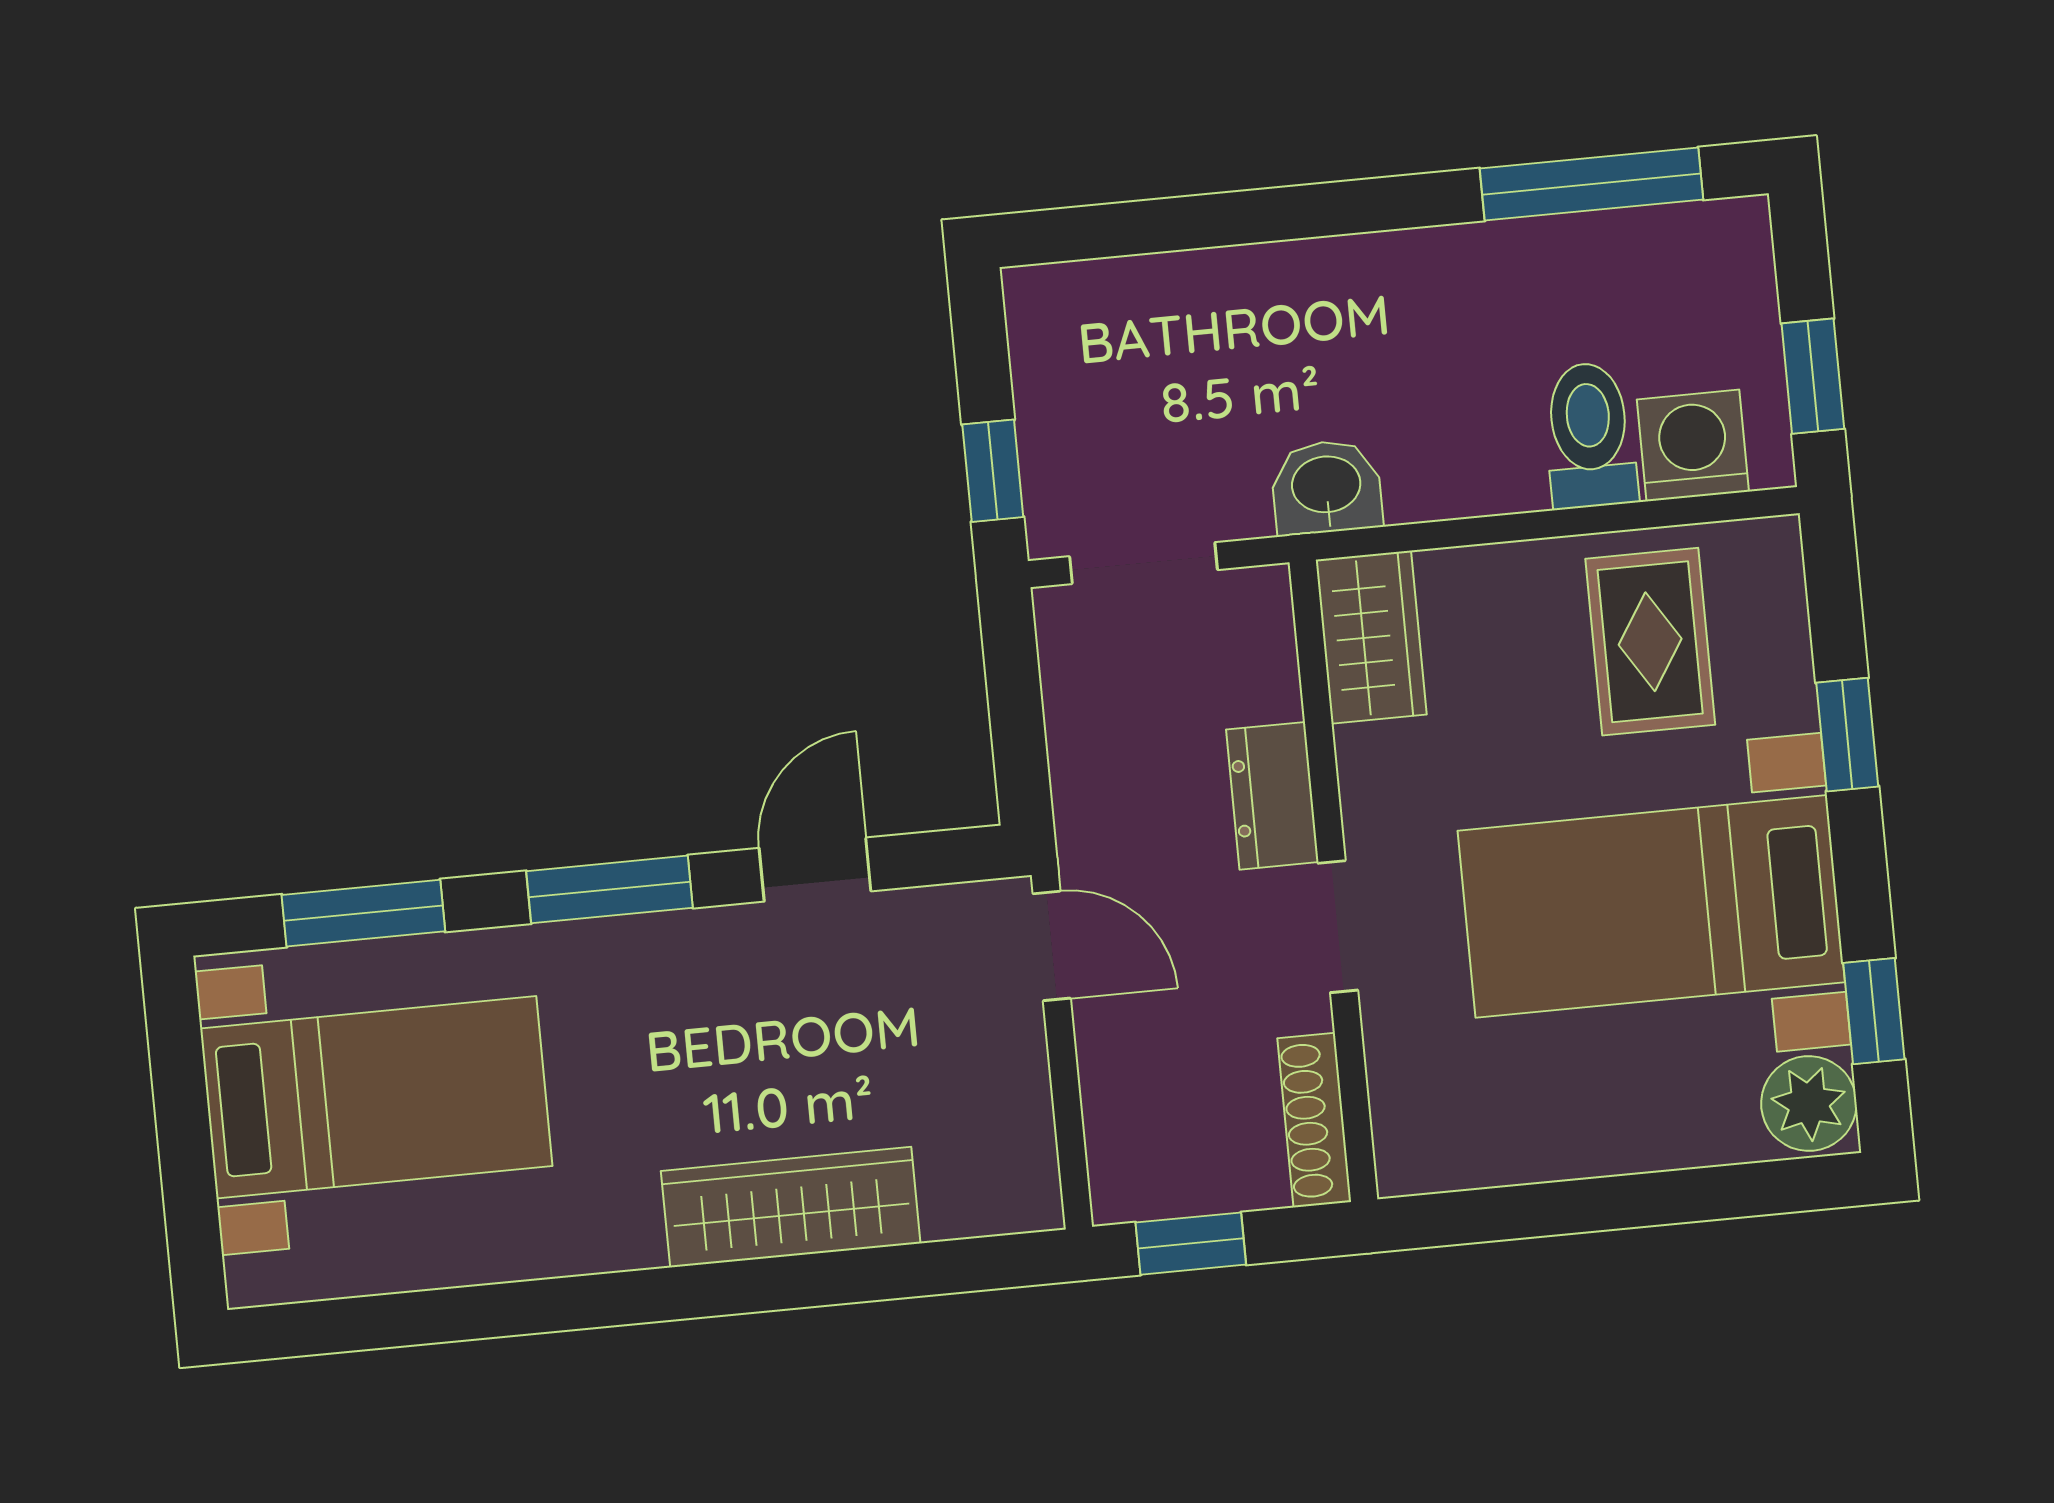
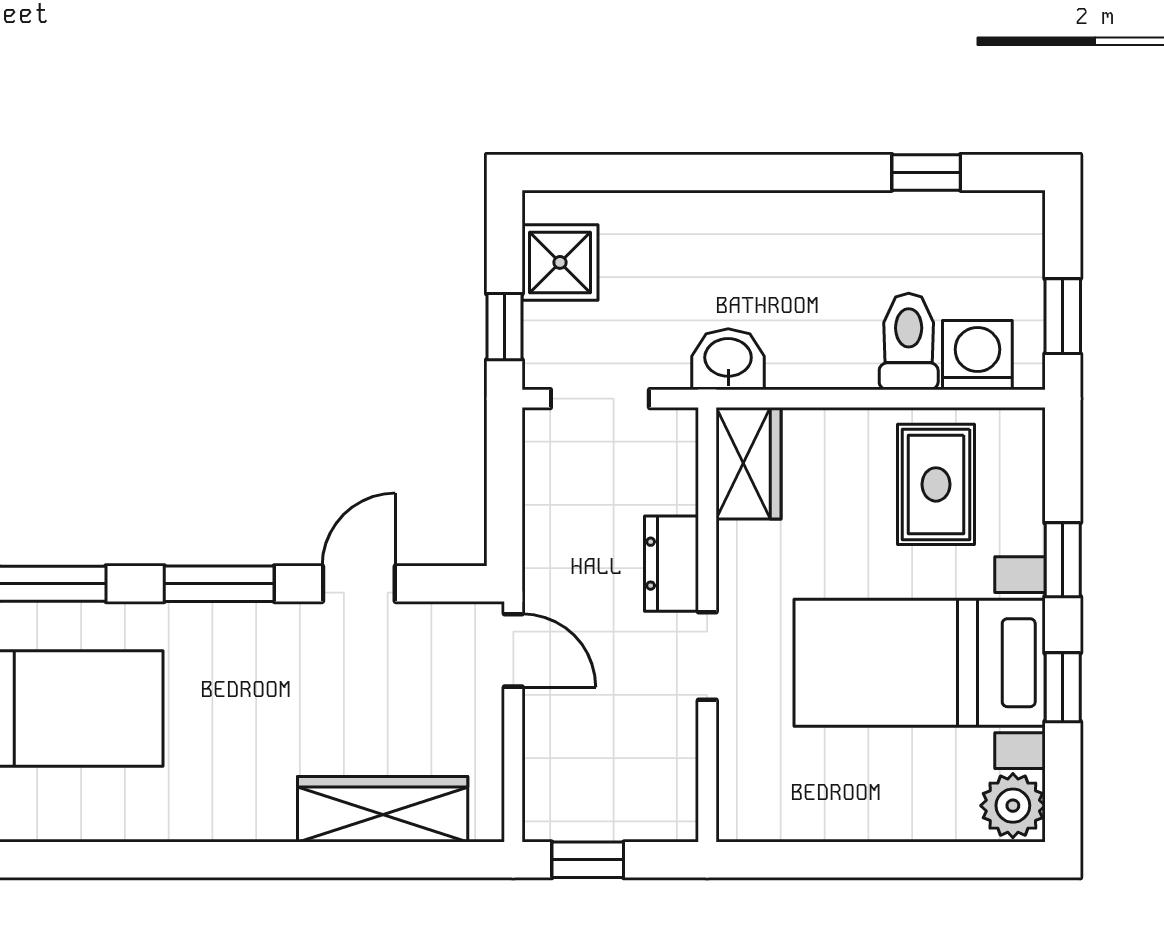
window: (1591, 184) -> (926, 172), width x0.46
shower: (1065, 368) -> (560, 262), added
window: (1874, 1011) -> (1063, 687), moved
shoe rack: (1314, 1120) -> (679, 785), removed
wardrobe: (791, 1207) -> (383, 809), moved

